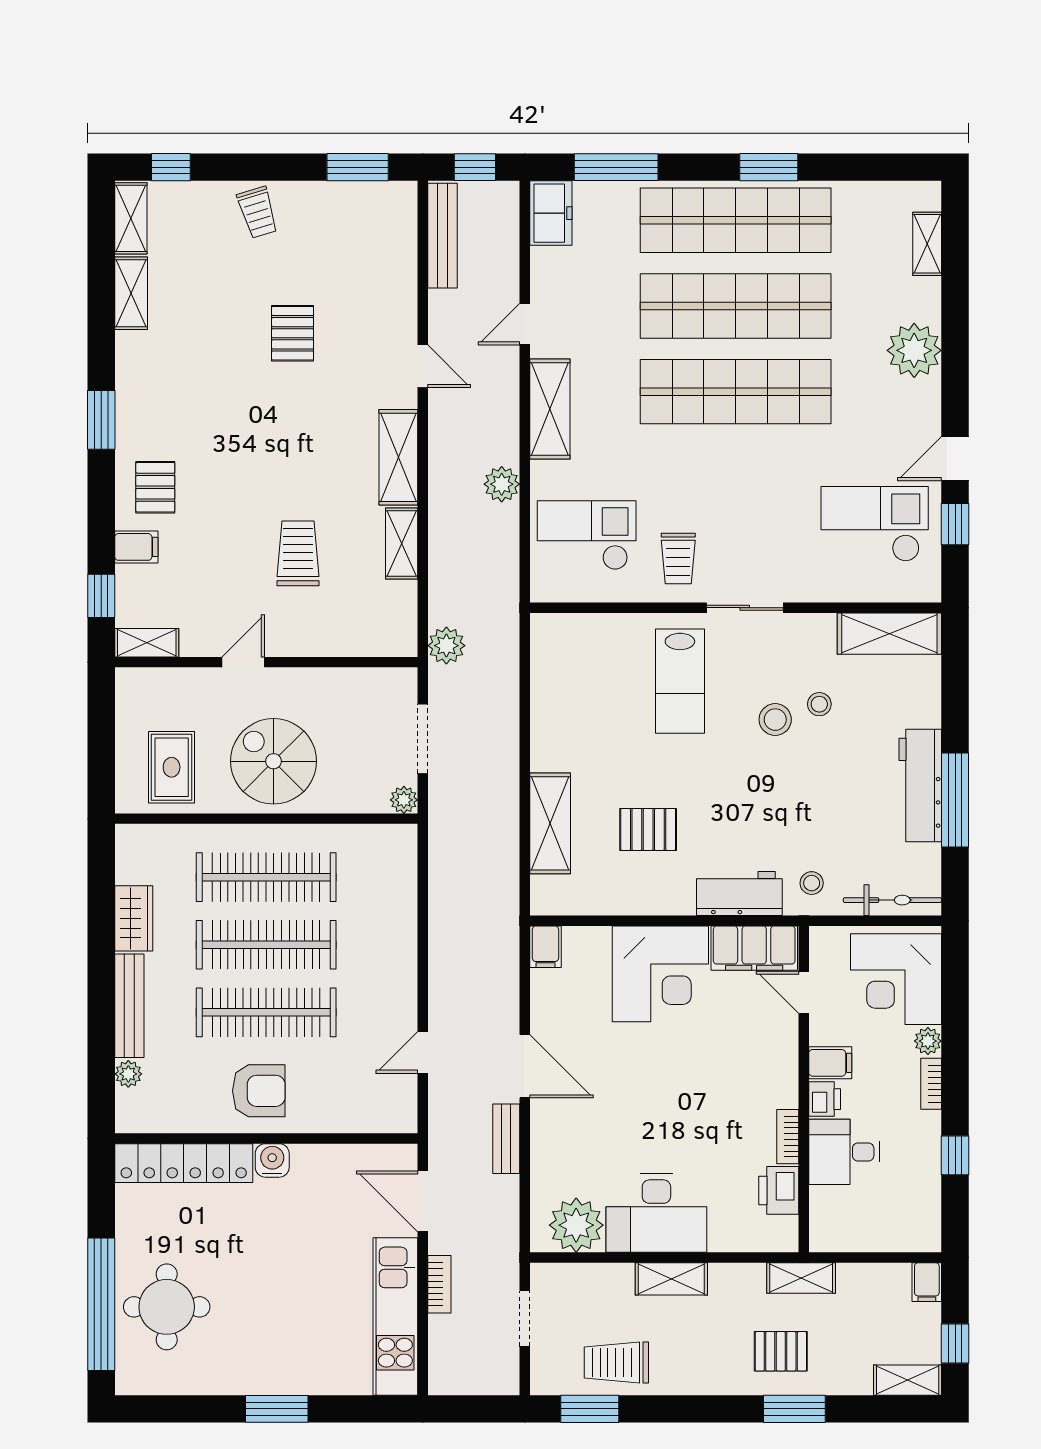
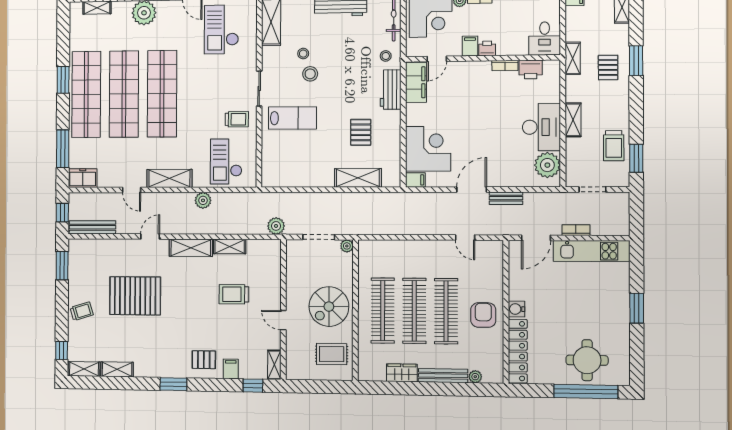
pallet: (293, 333) -> (135, 296), width x2.05, depth x2.00
corner desk: (660, 974) -> (428, 149), moved
desk: (844, 1152) -> (545, 38), moved

